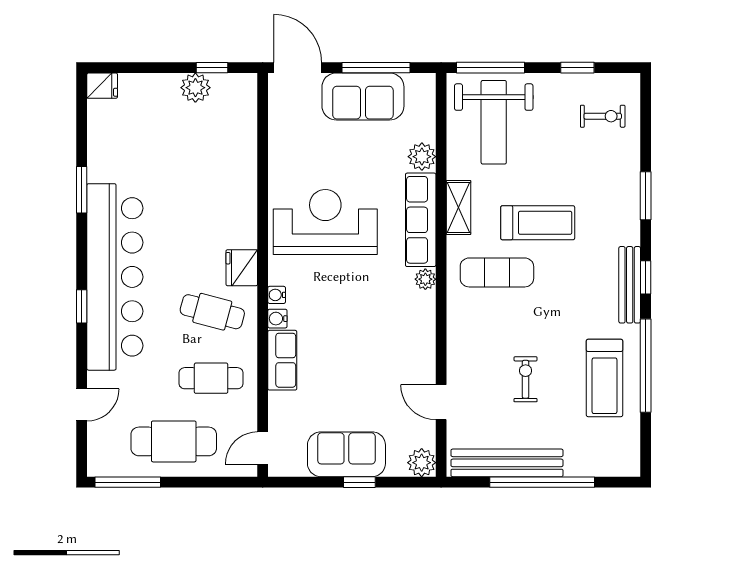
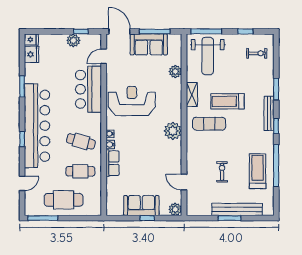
bar counter: (229, 196) -> (88, 89), added
row of seats: (421, 220) -> (175, 100), removed
treadmill: (538, 223) -> (228, 101), turned 180
fridge: (242, 268) -> (32, 54), moved, turned 180
plant: (425, 279) -> (173, 131), width x1.88, depth x1.88
bench: (630, 285) -> (269, 113), moved
treadmill: (604, 378) -> (258, 171), turned 180
door: (263, 448) -> (104, 56), moved
bench: (507, 463) -> (237, 209), moved
window: (542, 482) -> (230, 218), width x0.47

